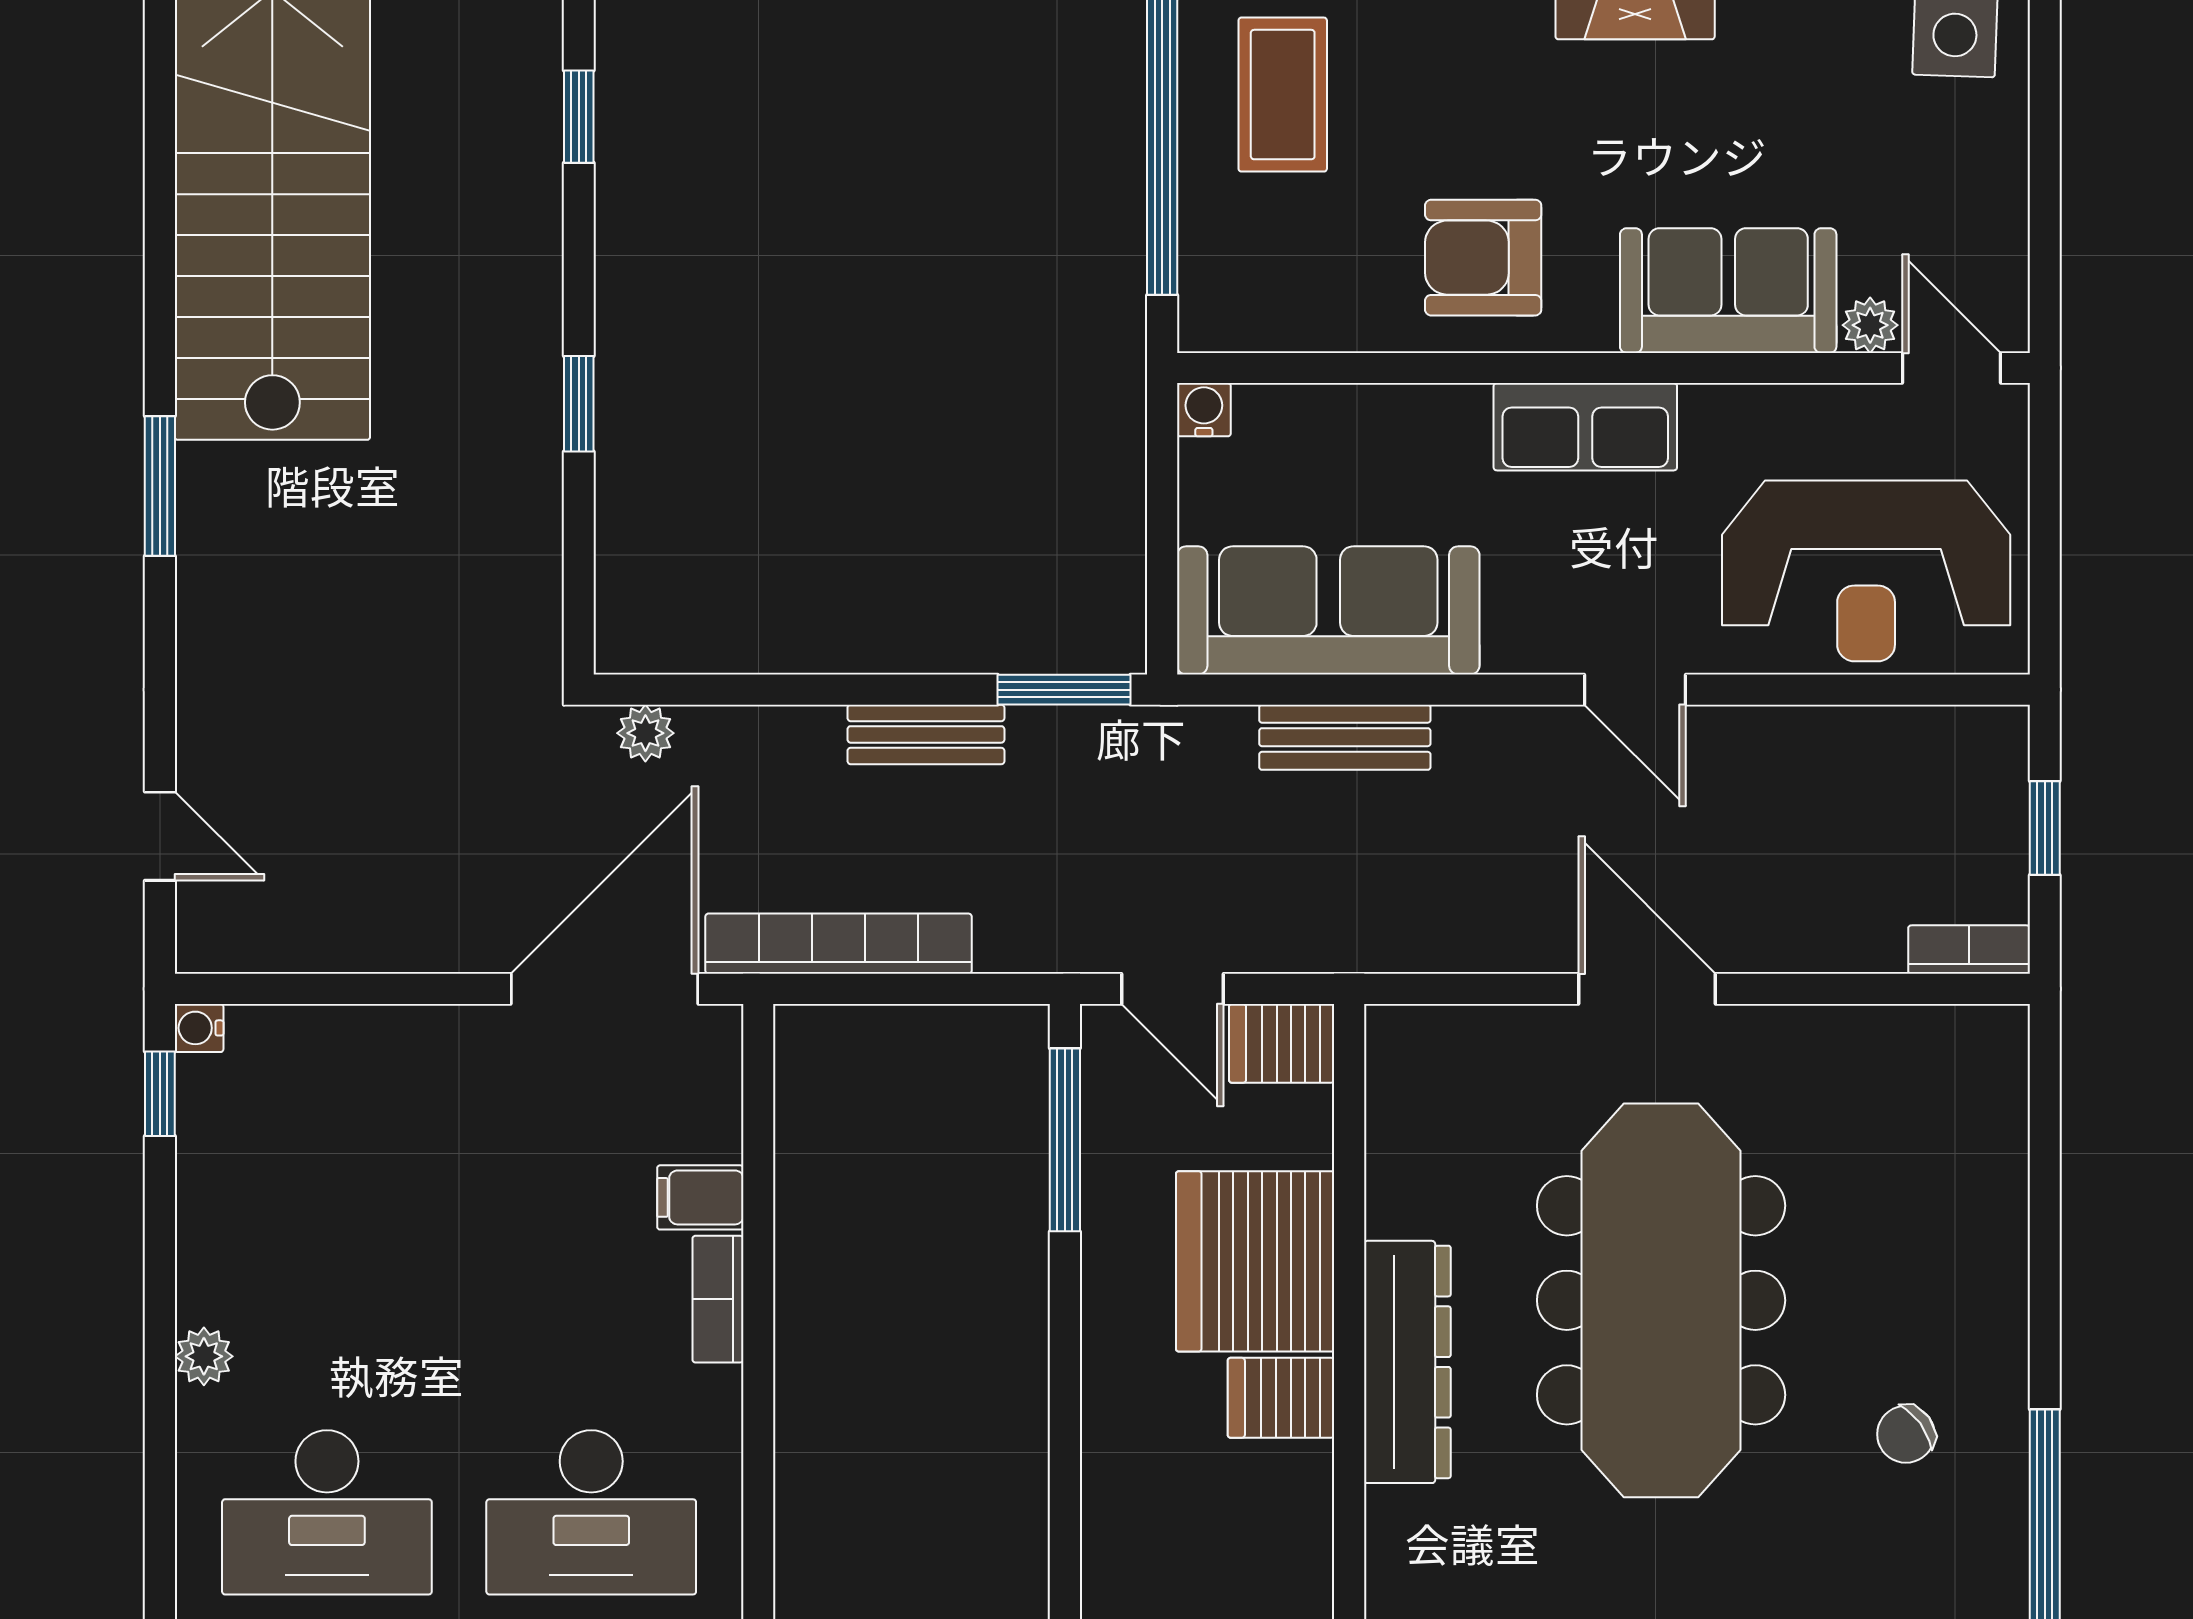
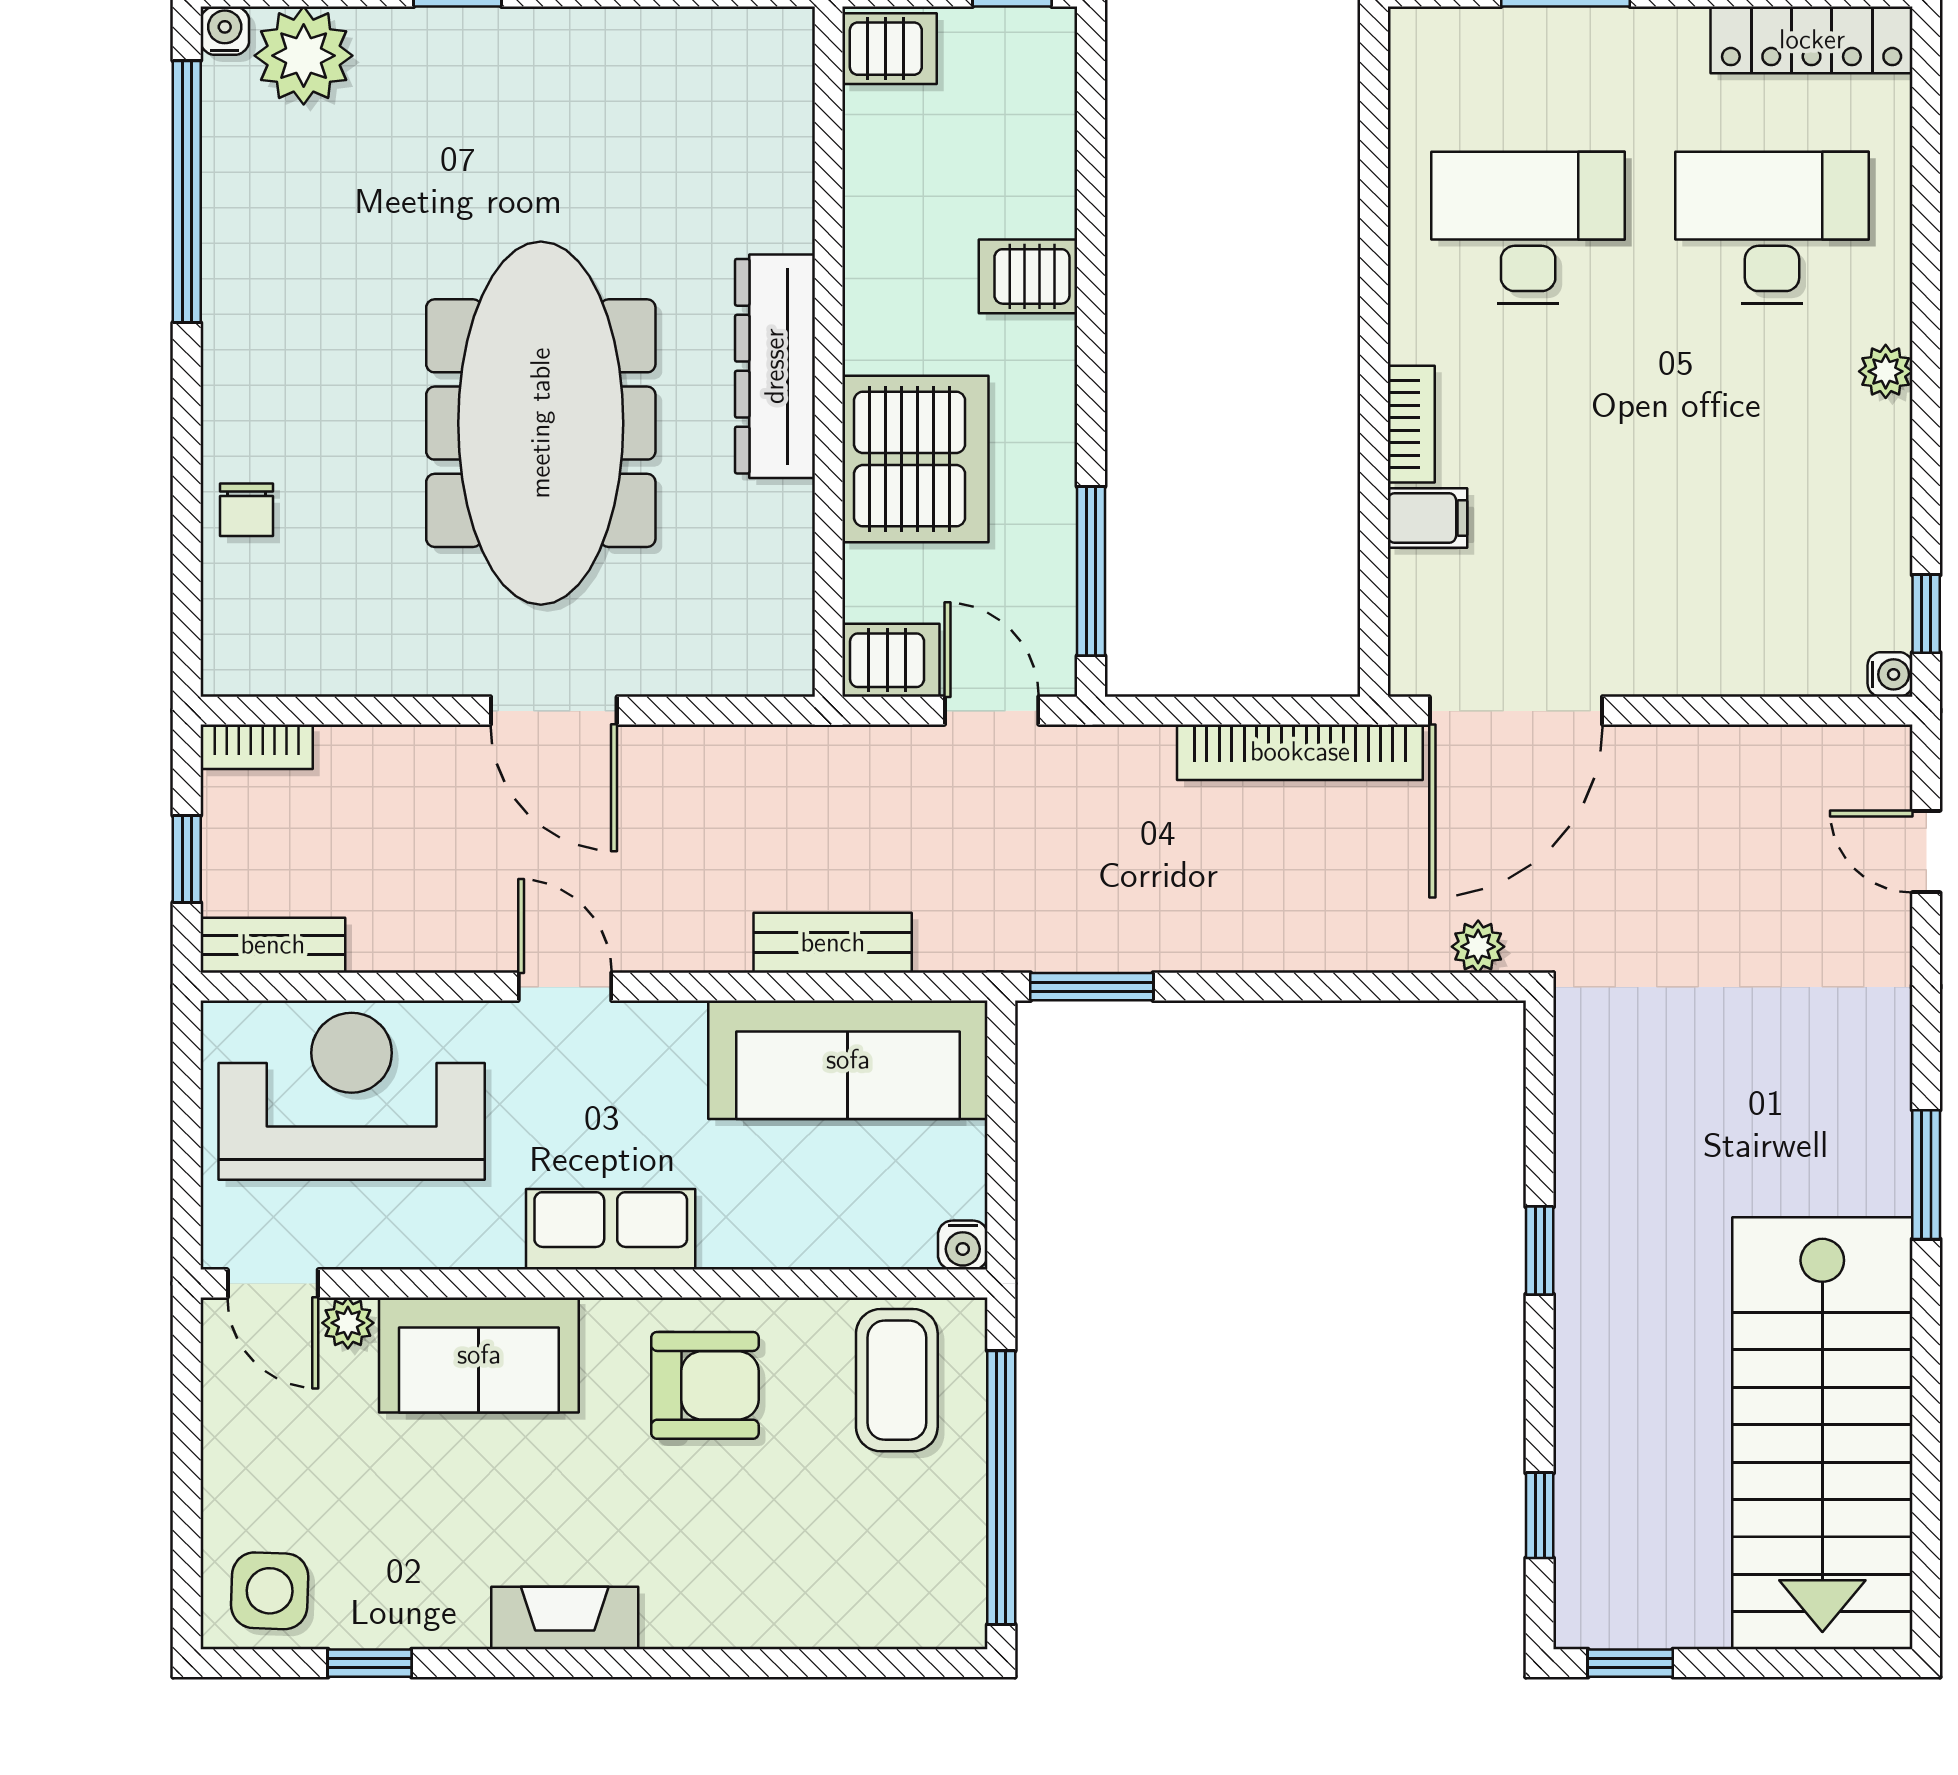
coffee table: (1283, 95) -> (897, 1380), moved
bench: (926, 734) -> (273, 945), moved
server rack: (1281, 1398) -> (1028, 276), moved, turned 180
chair: (1906, 1434) -> (247, 510), moved, turned 126

